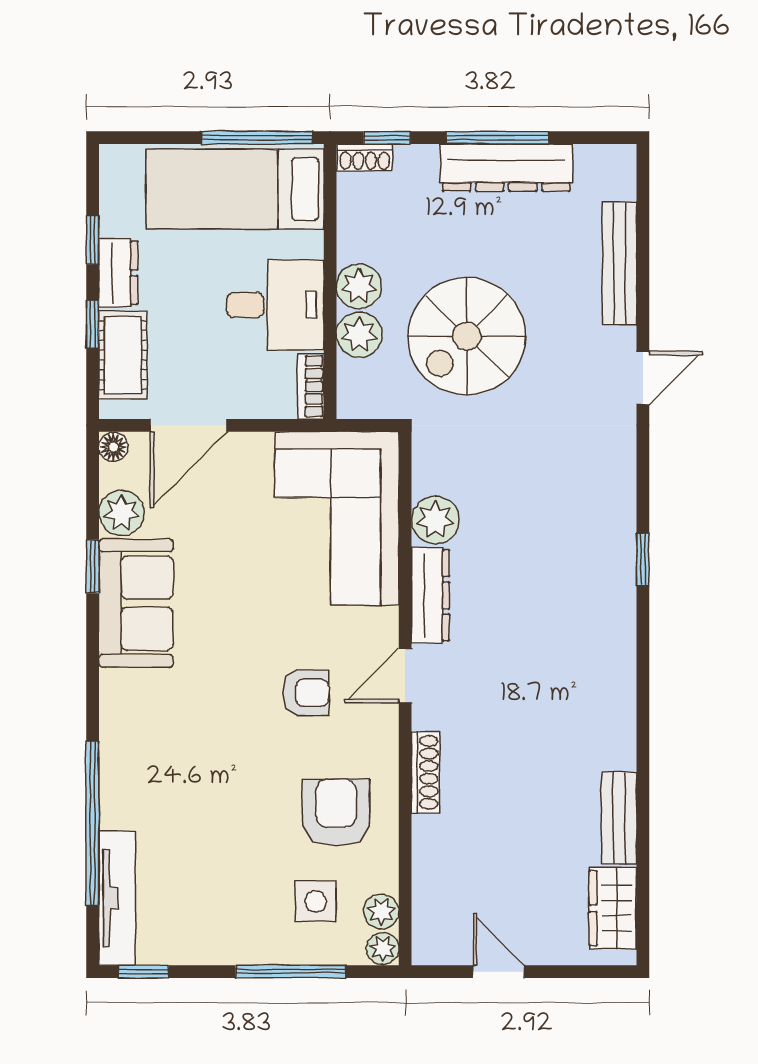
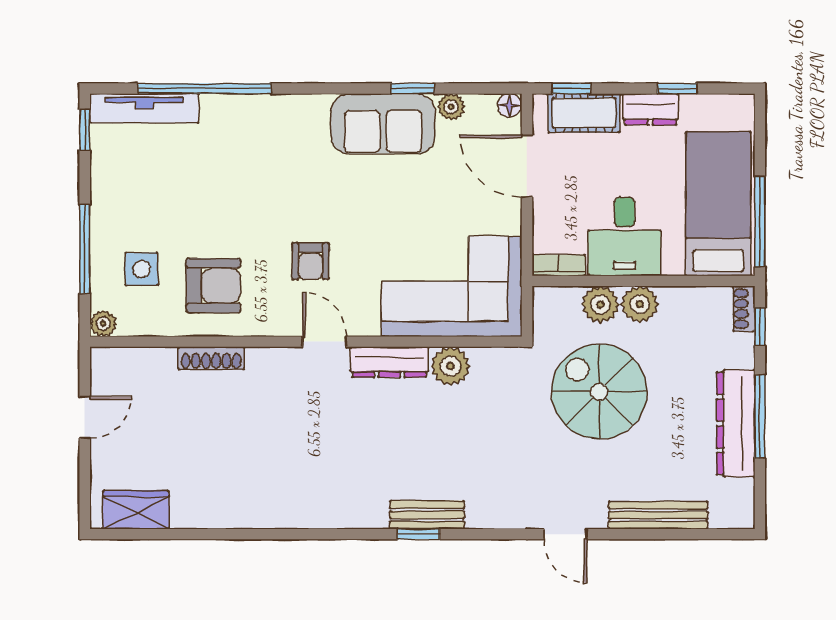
window: (93, 324) -> (571, 88), moved
plant: (121, 513) -> (451, 107), width x0.73, depth x0.73
shoe rack: (425, 772) -> (211, 358), moved
bench: (619, 818) -> (427, 515), moved
plant: (381, 911) -> (133, 322), removed

